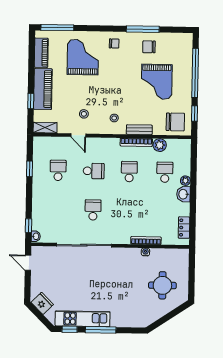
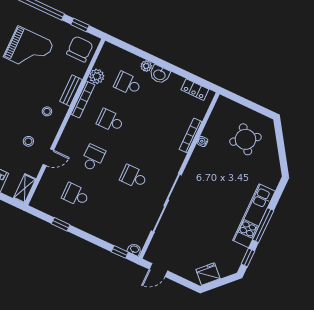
round table: (162, 285) -> (245, 139), turned -36
kitchen unit: (83, 319) -> (254, 216), moved

